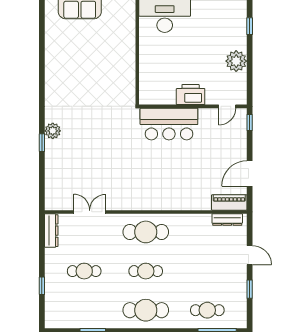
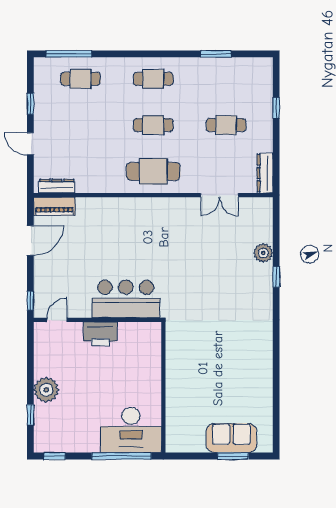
plant: (236, 61) -> (46, 390), moved
plant: (53, 131) -> (263, 253), moved
cafe table: (146, 310) -> (153, 79), width x0.73, depth x0.74

